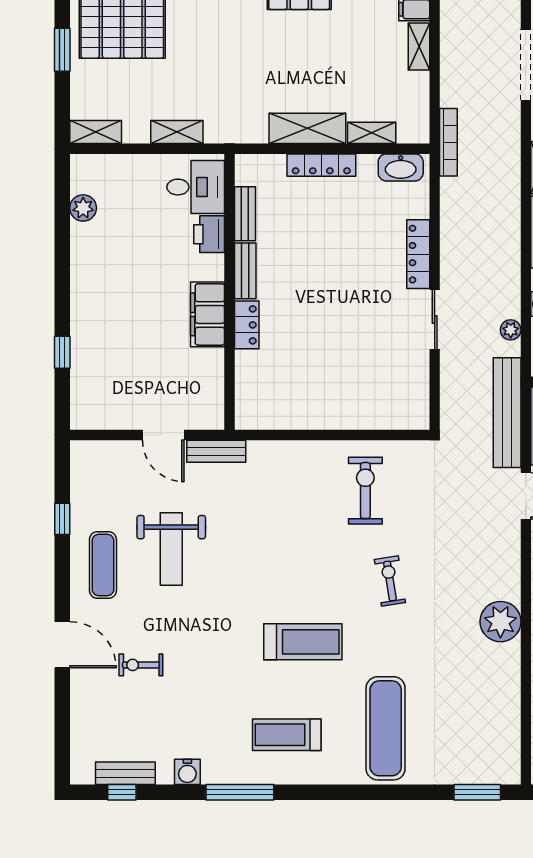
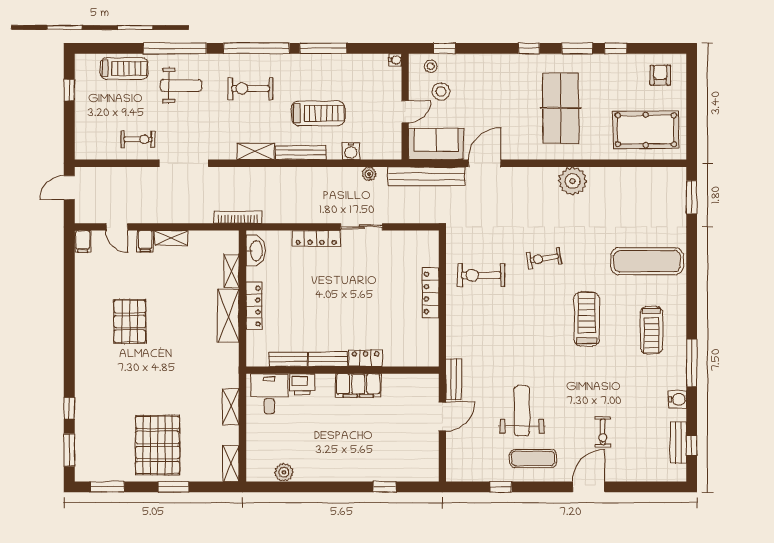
locker: (340, 418) -> (431, 293), added
weight bench: (171, 549) -> (522, 411), turned -90

